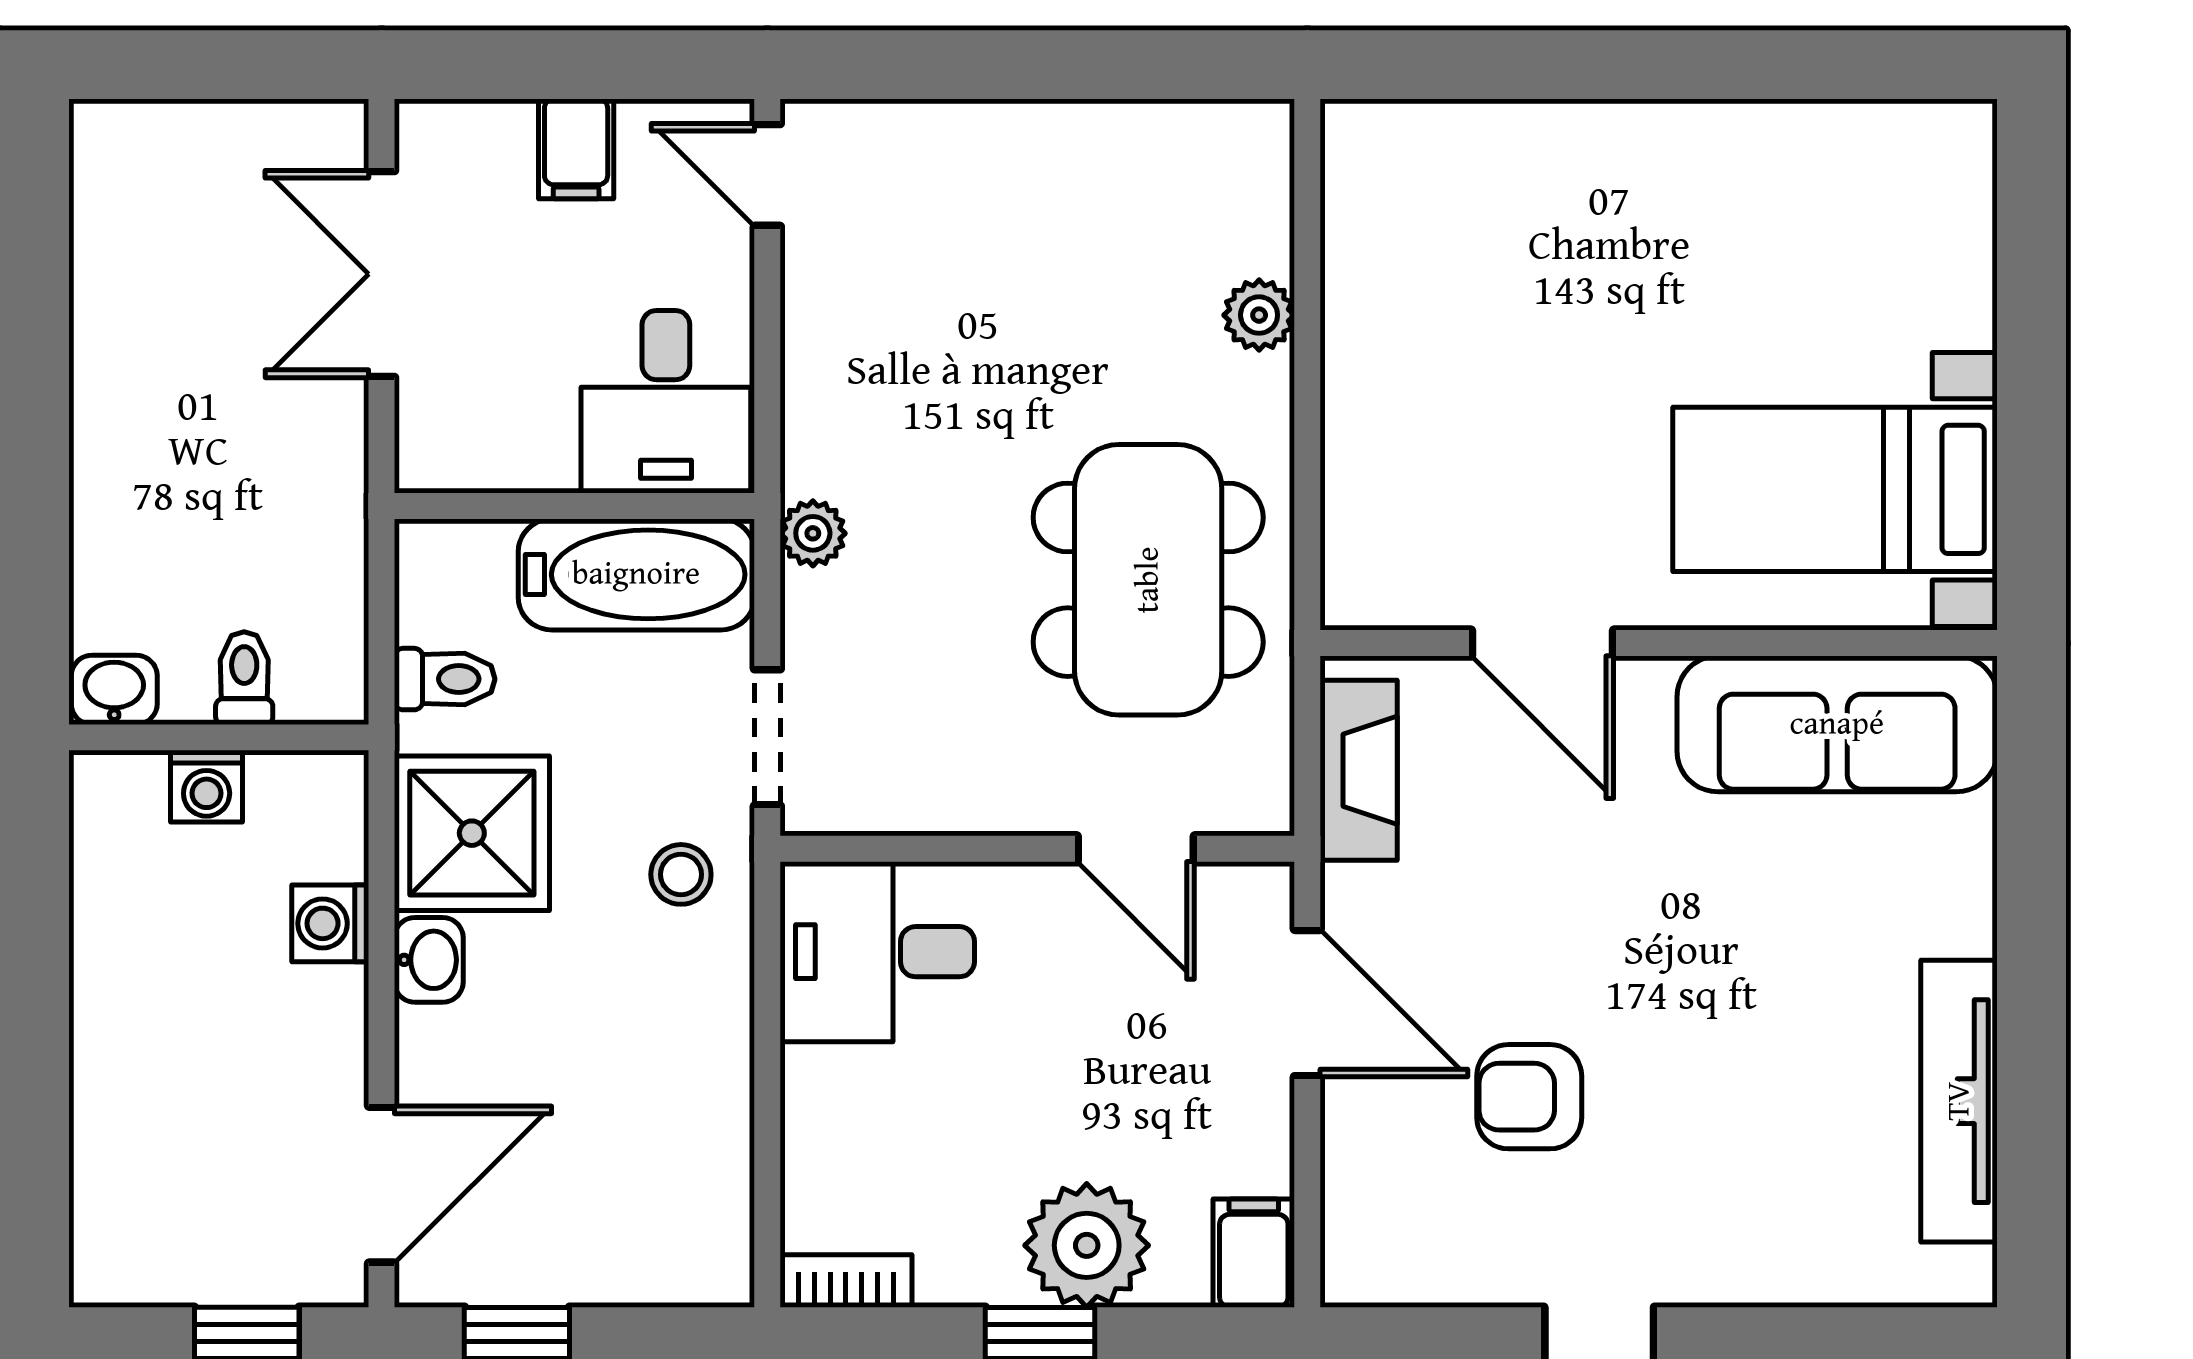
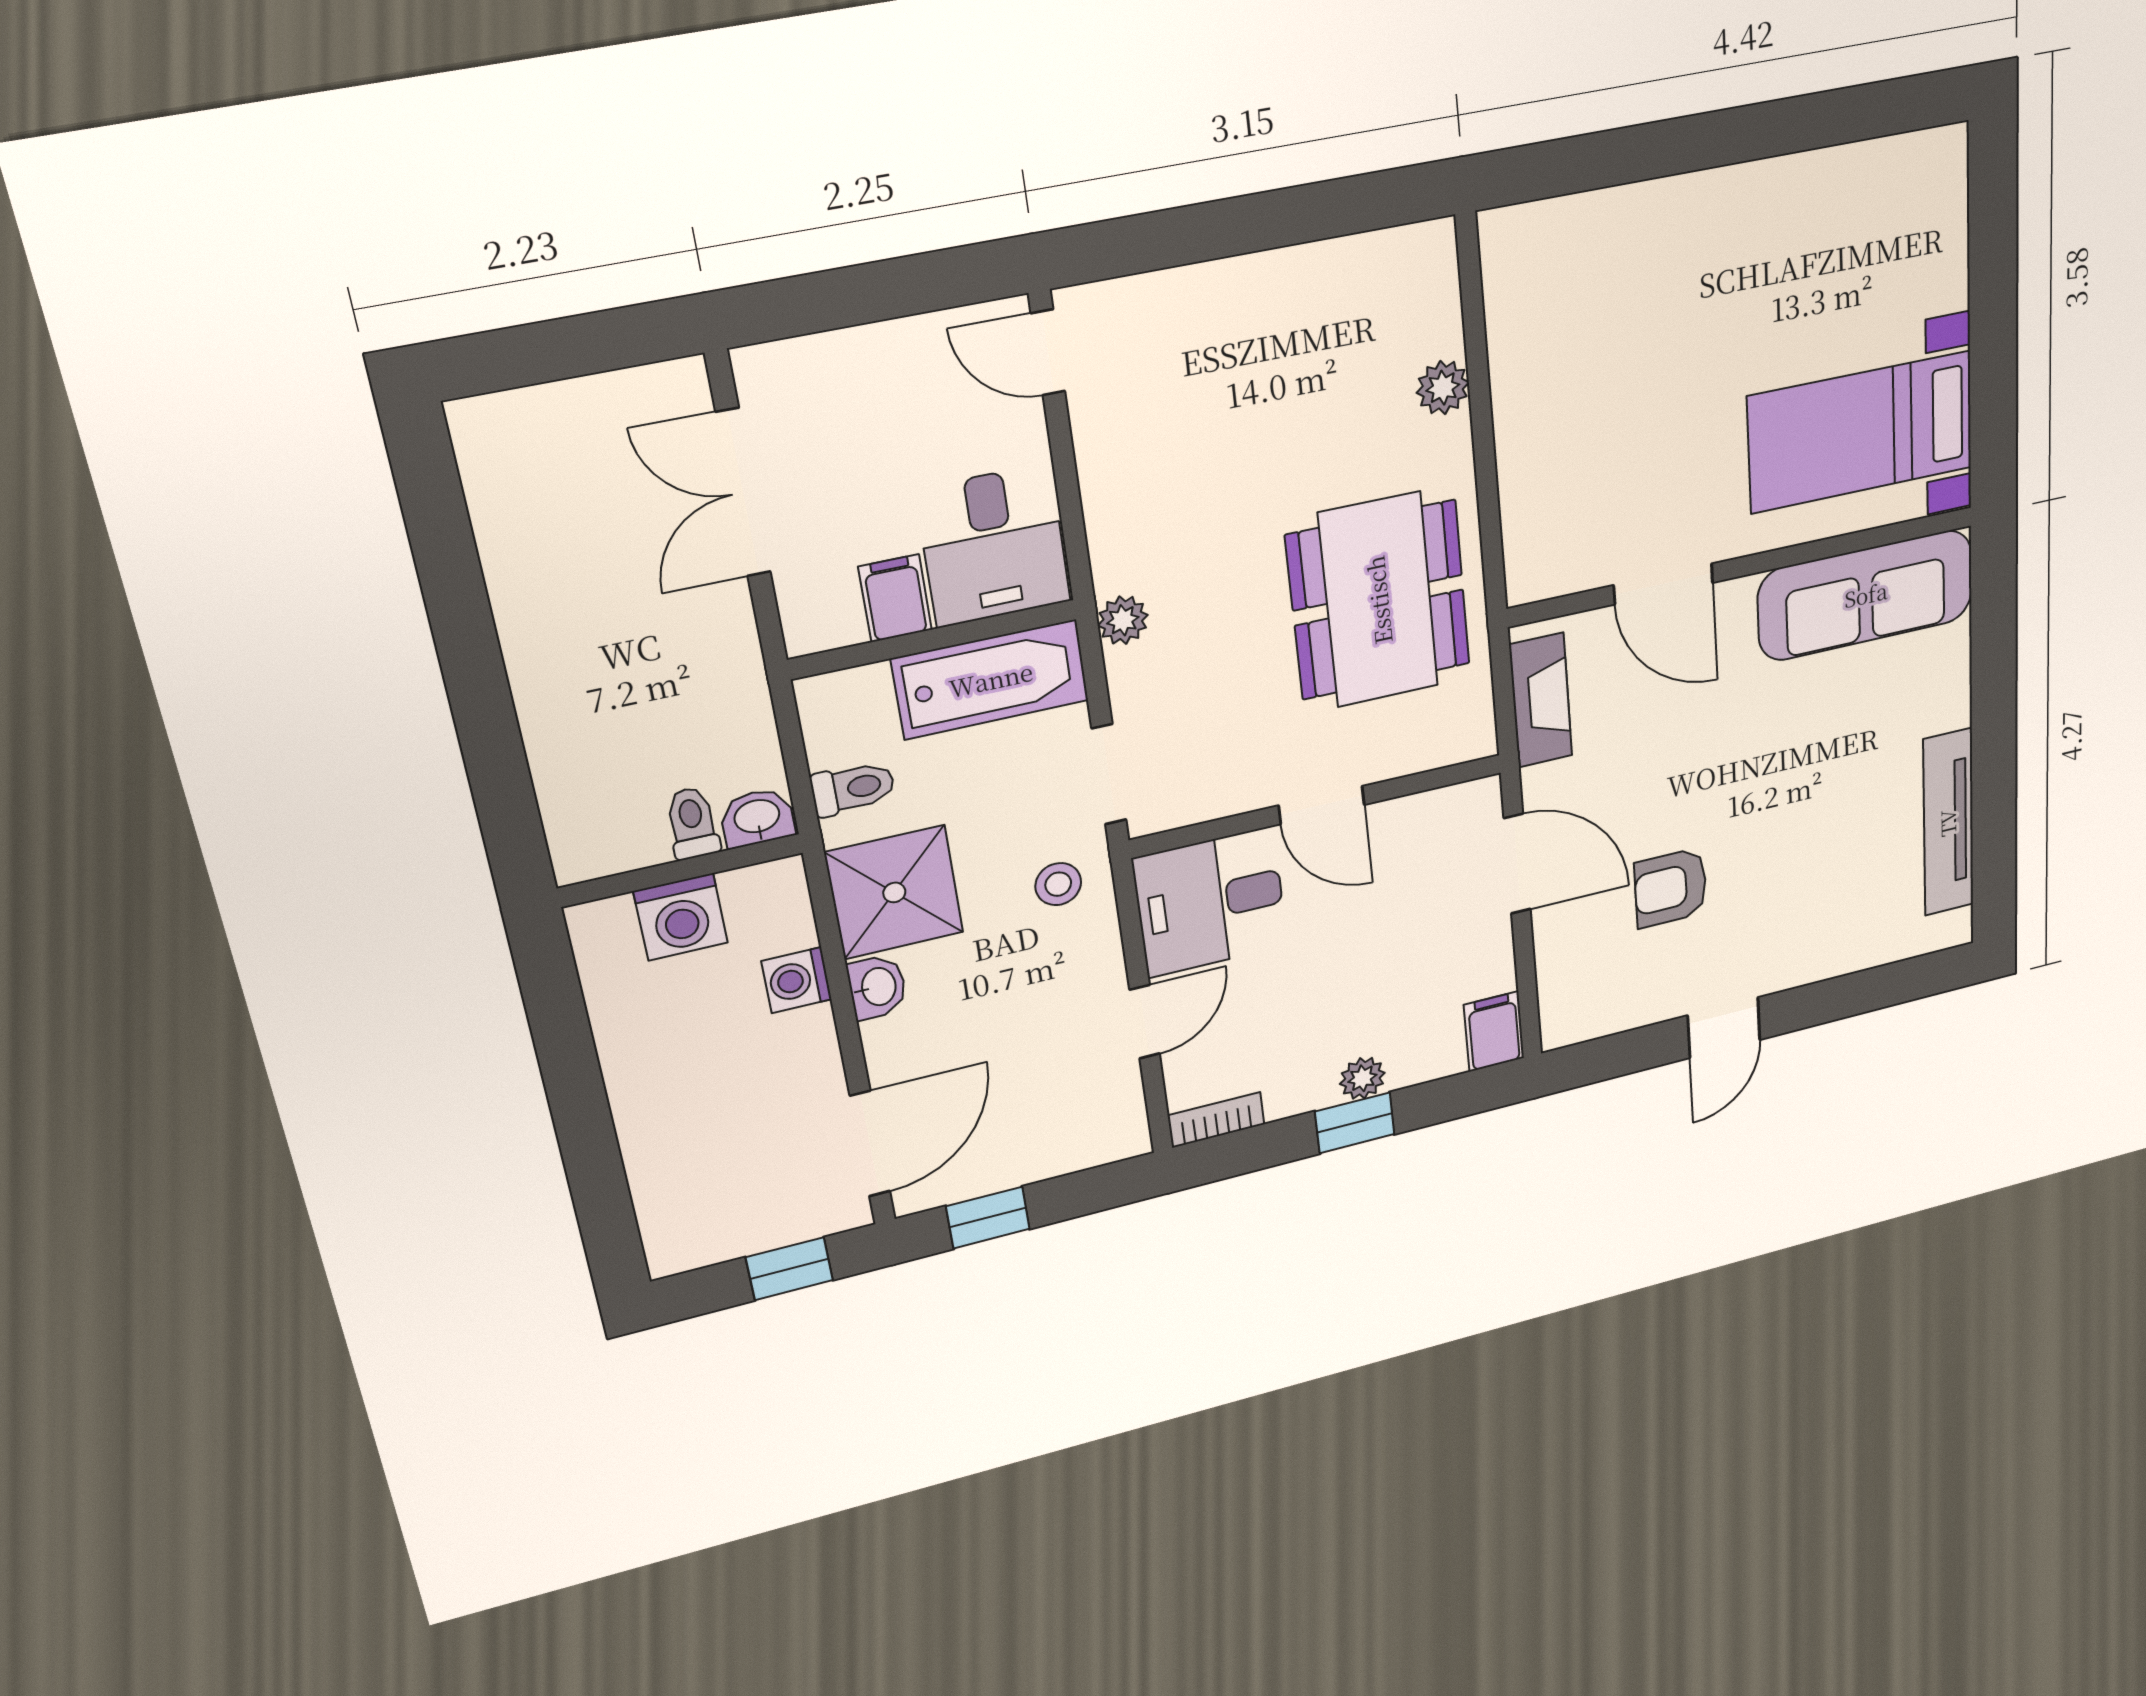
filing cabinet: (576, 149) -> (895, 598), moved, turned 180
washbasin: (114, 690) -> (757, 818), moved
washing machine: (207, 786) -> (681, 917), width x1.38, depth x1.38
door: (1136, 849) -> (1322, 805), moved
door: (767, 1104) -> (1145, 1022), added
plant: (1087, 1245) -> (1362, 1078), width x0.53, depth x0.53

